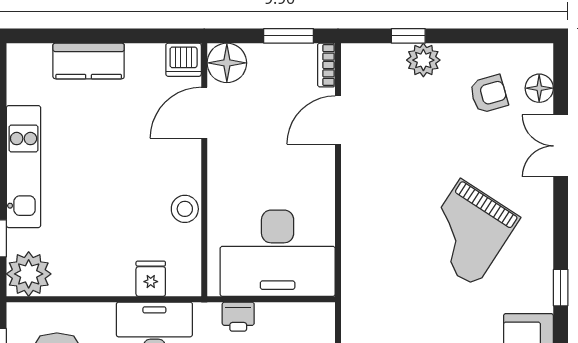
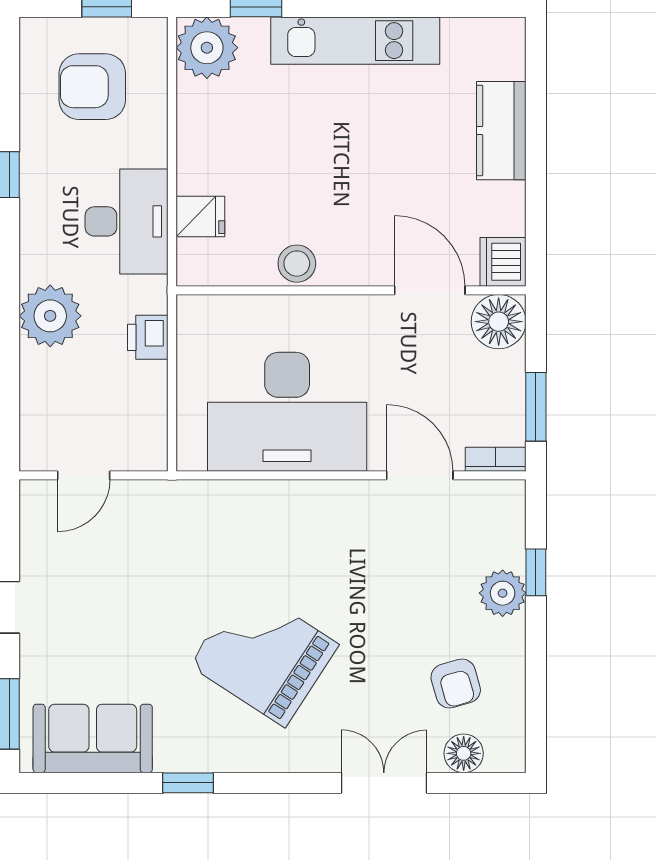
desk: (278, 253) -> (287, 412), moved, turned -90

